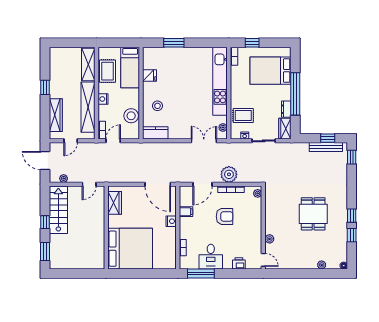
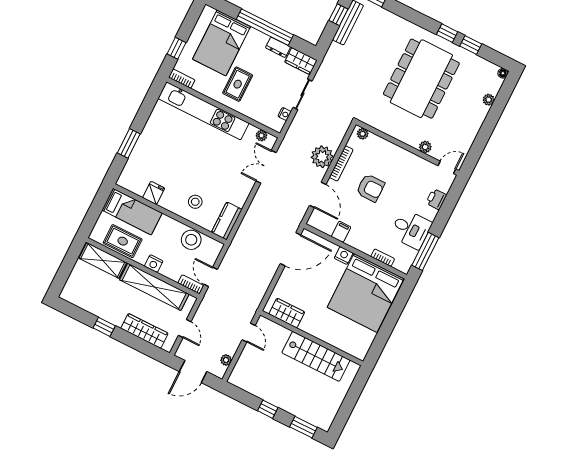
rug: (243, 116) -> (238, 84), moved
stairs: (58, 210) -> (316, 356), moved, turned 180
dining table: (313, 214) -> (421, 79), width x1.88, depth x1.24
armchair: (225, 216) -> (370, 188), turned 90
bed: (130, 249) -> (366, 293), moved, turned 180

